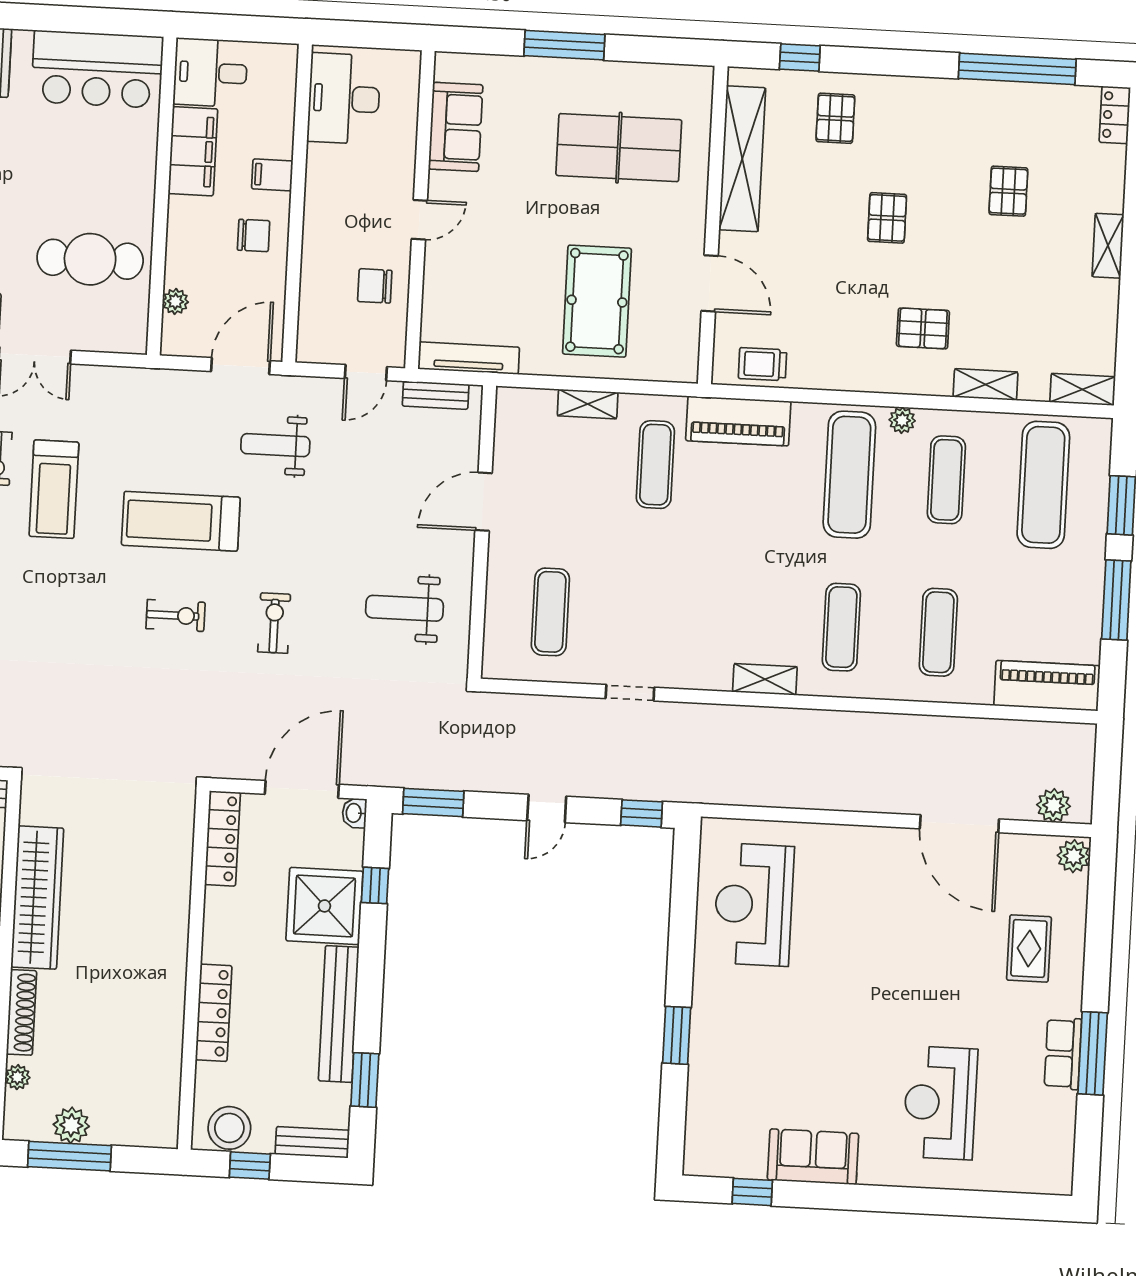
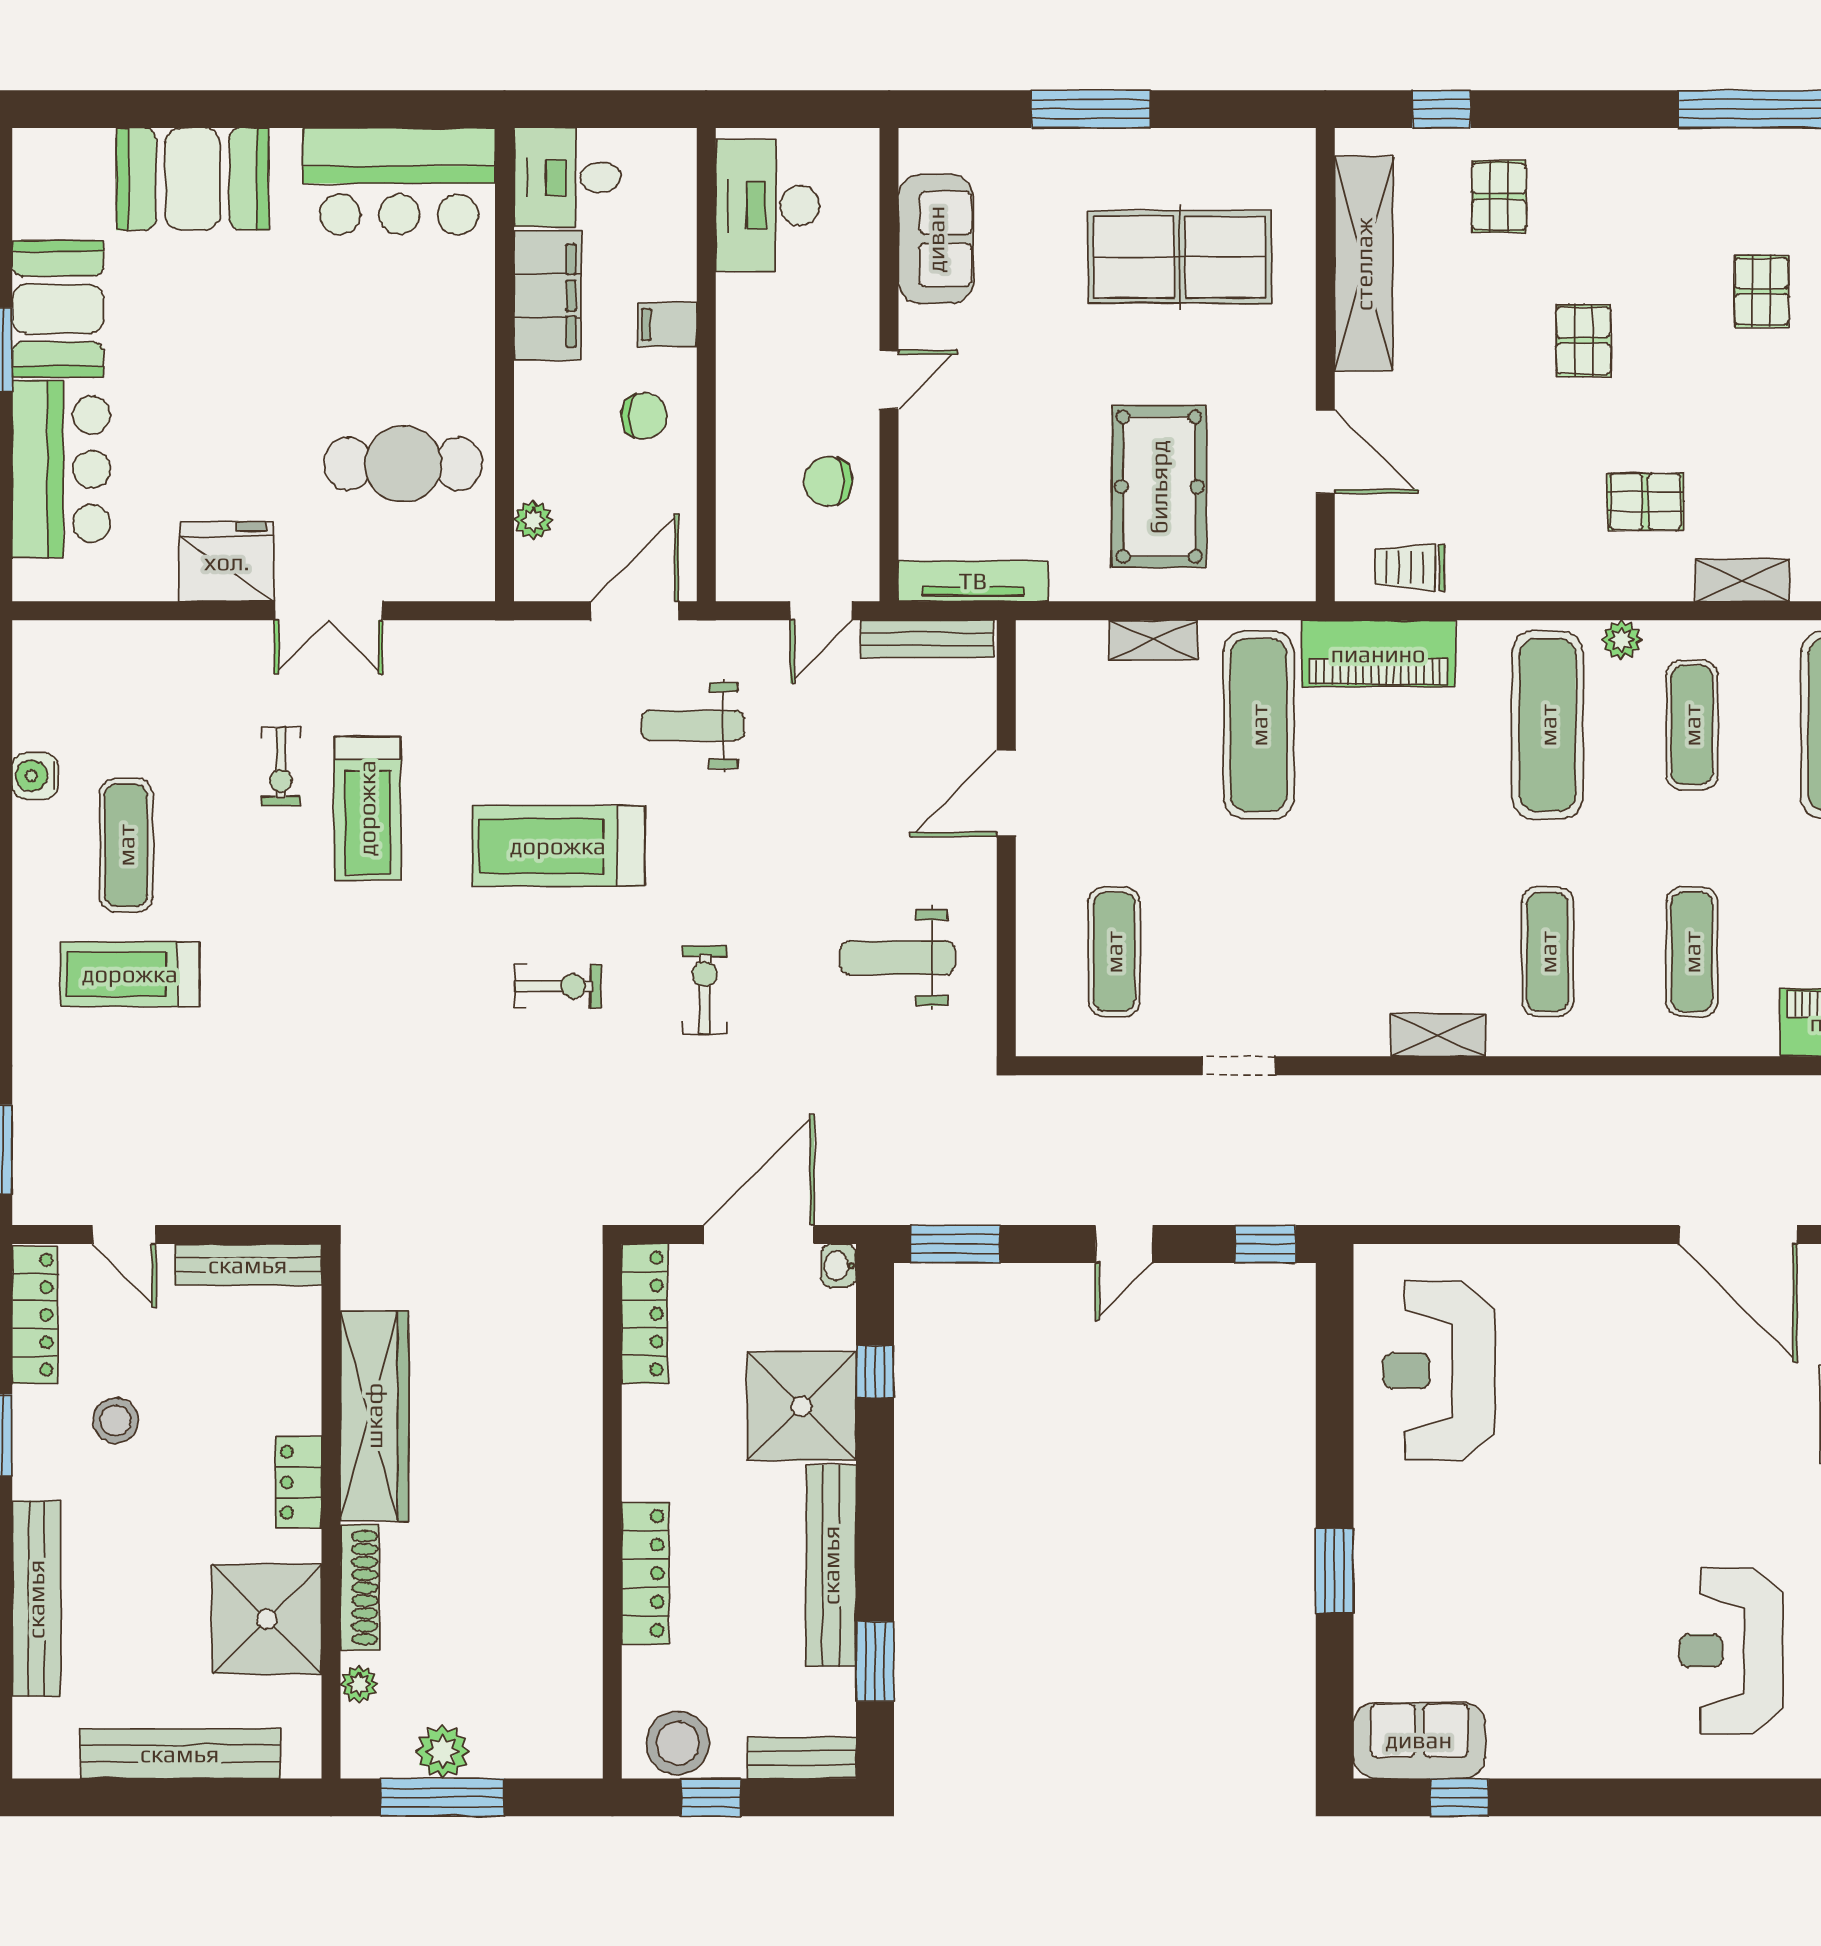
bench: (436, 395) -> (927, 639), width x1.36
exercise mat: (655, 465) -> (1259, 725), width x1.36, depth x1.45
sofa: (813, 1157) -> (1419, 1740), moved

